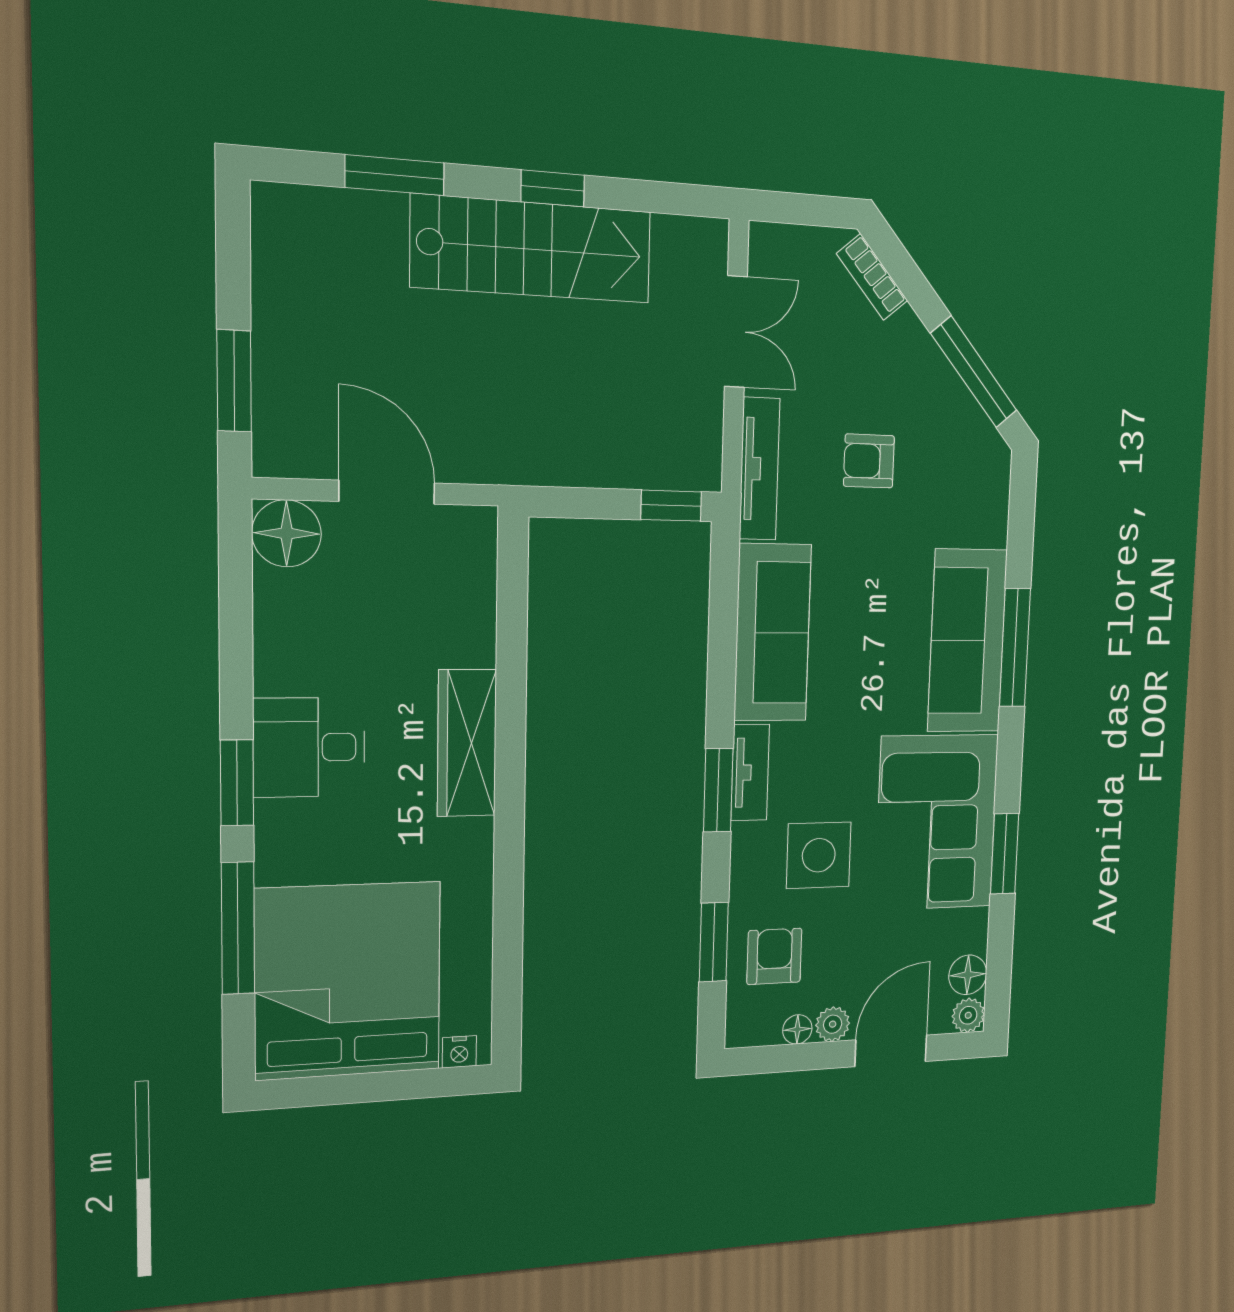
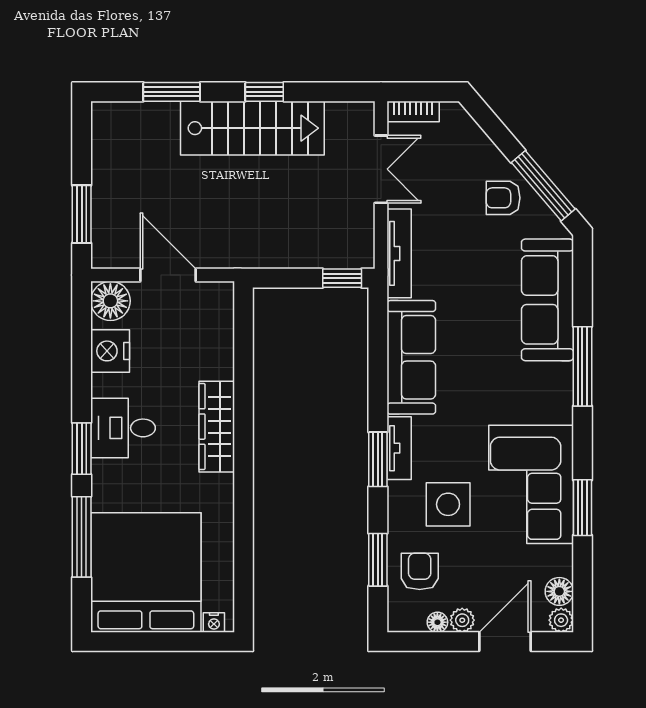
bookcase: (872, 277) -> (413, 111), moved, turned -50
armchair: (869, 461) -> (503, 198), moved
nightstand: (286, 619) -> (110, 351), added
sofa: (967, 641) -> (547, 300), moved

